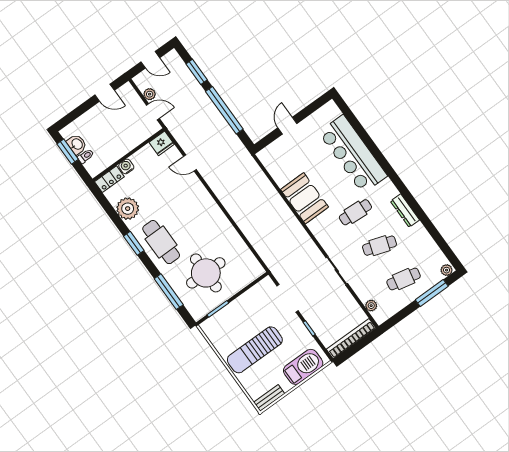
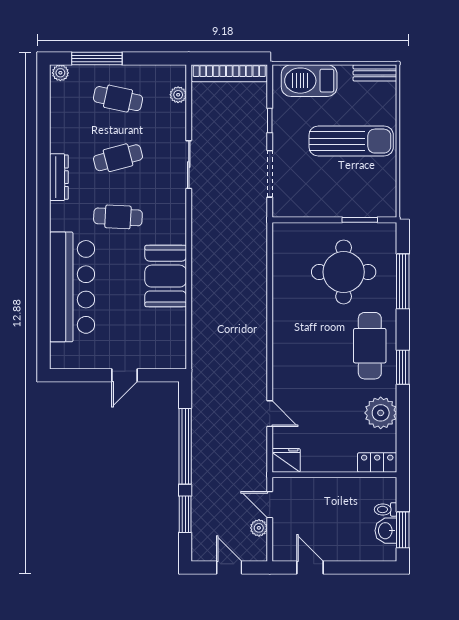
water cooler: (126, 166) -> (347, 463), removed
cafe table: (380, 246) -> (118, 158), turned -33

